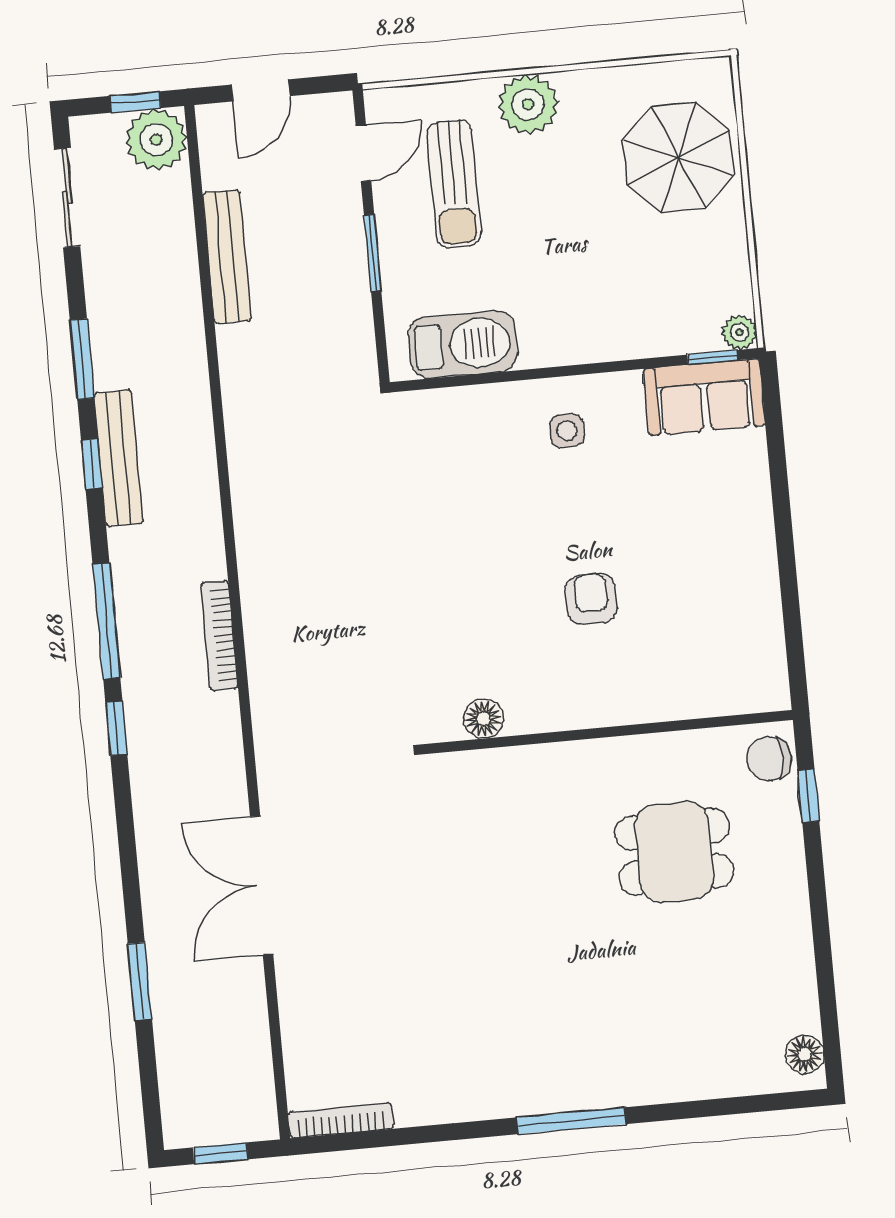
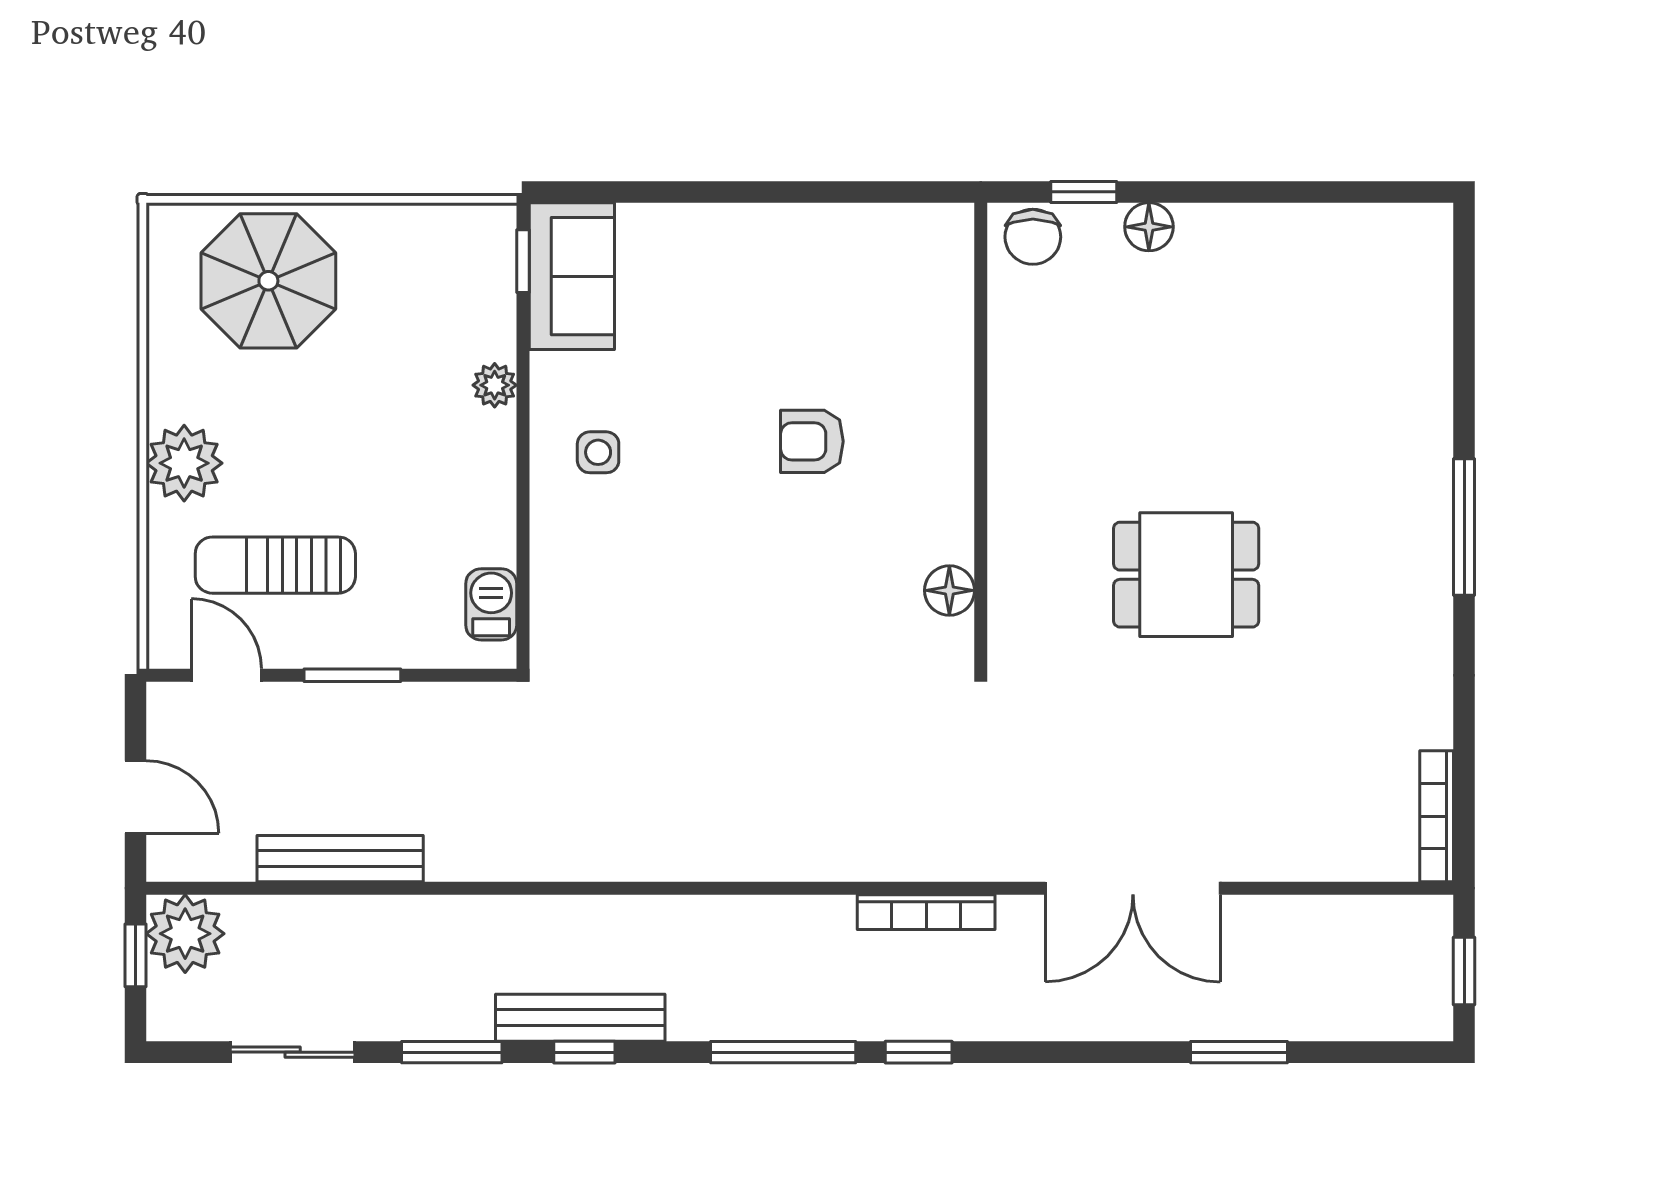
sun lounger: (454, 184) -> (275, 565), turned 180
sliding door: (67, 198) -> (293, 1052), moved
plant: (739, 332) -> (495, 385), moved
barbecue: (463, 344) -> (491, 604), width x0.53, depth x0.65
bookcase: (219, 635) -> (926, 912), moved
dining table: (674, 852) -> (1186, 575), moved, turned 90
floor lamp: (805, 1054) -> (1149, 227), moved

